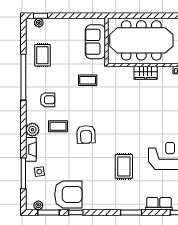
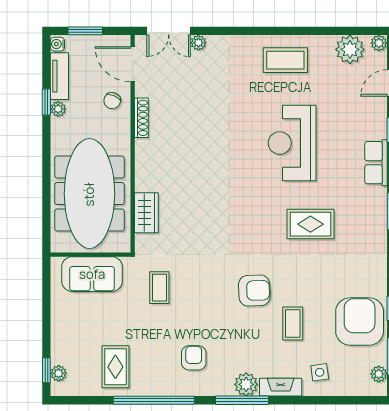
rug: (42, 55) -> (115, 367), turned 90
wardrobe: (146, 73) -> (146, 213), moved
coffee table: (58, 126) -> (293, 323), moved
window: (23, 173) -> (242, 400), moved

